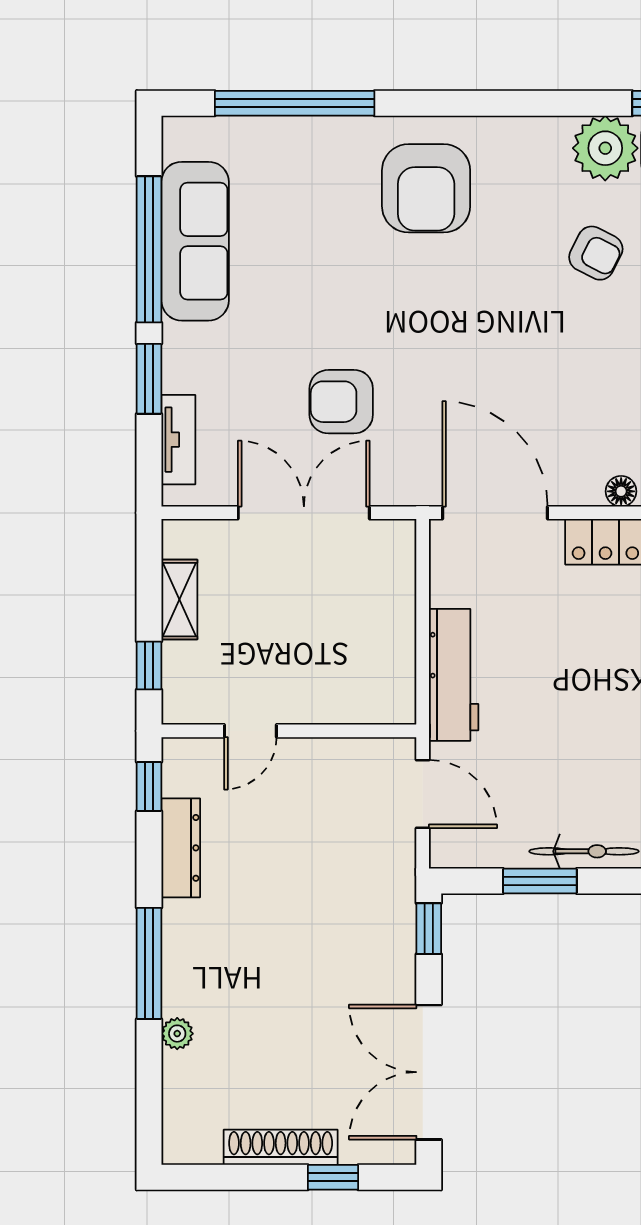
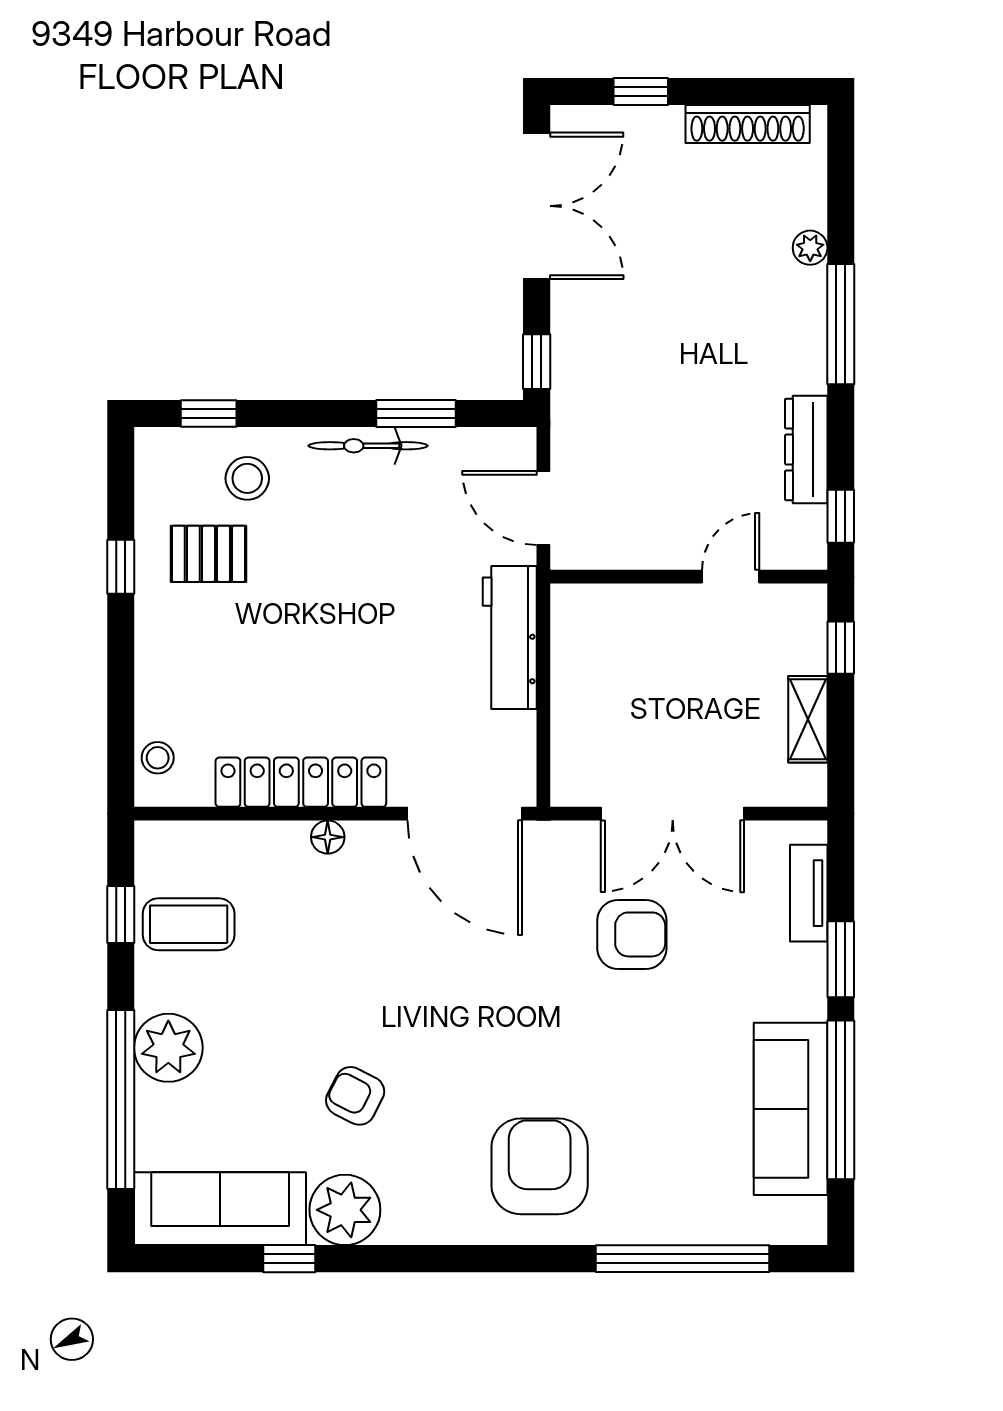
shoe rack: (281, 1147) -> (748, 124), moved

